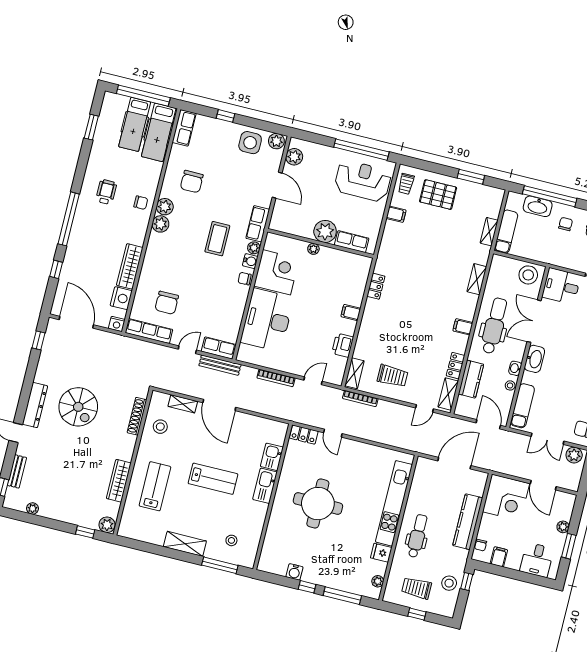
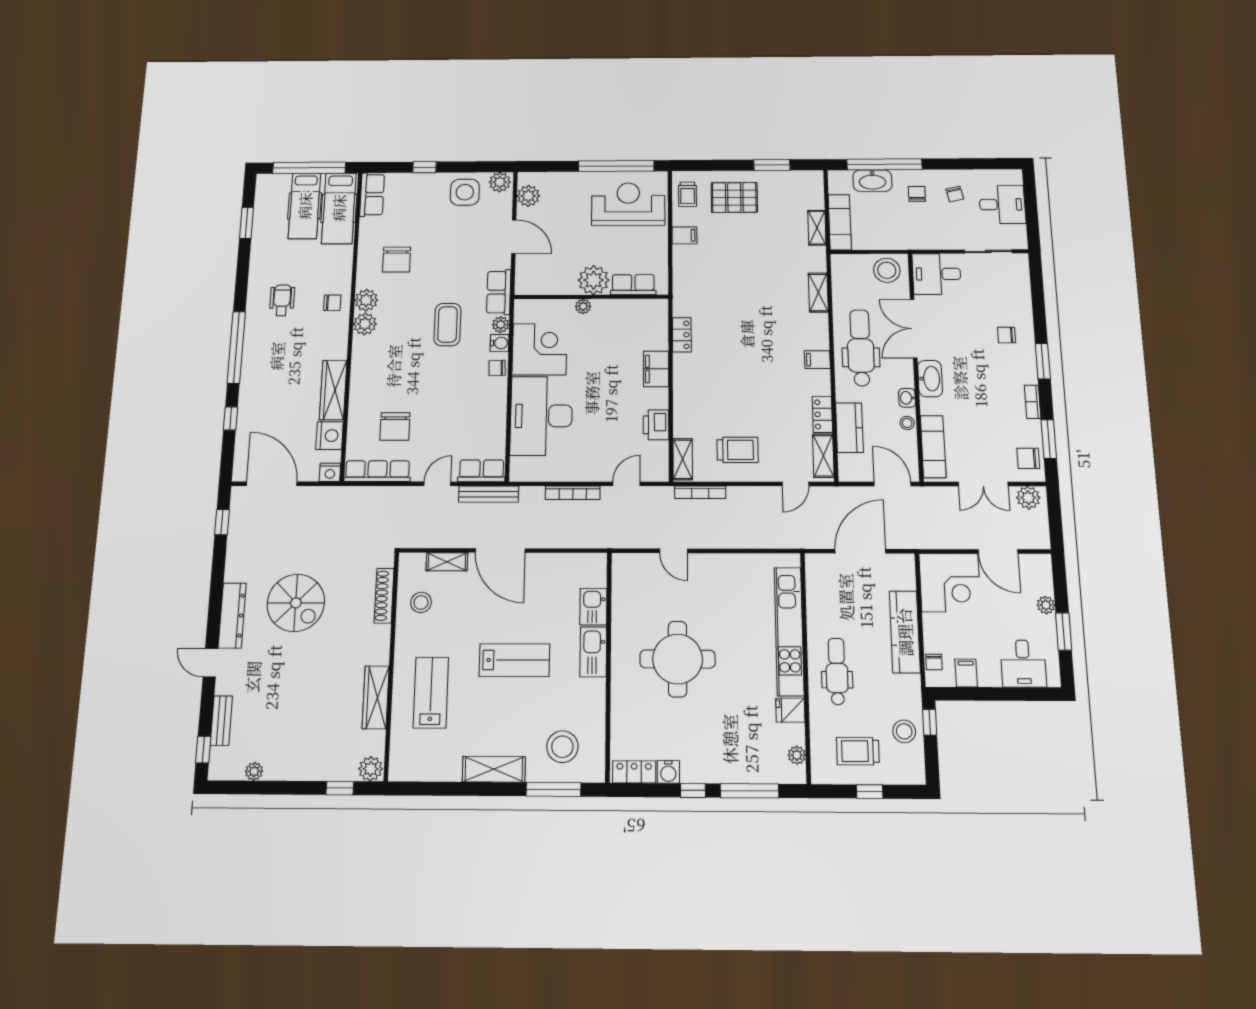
filing cabinet: (351, 312) -> (656, 369), width x2.00
locker: (304, 435) -> (634, 772), moved, turned 180
stool: (231, 540) -> (562, 747), width x1.89, depth x1.89

